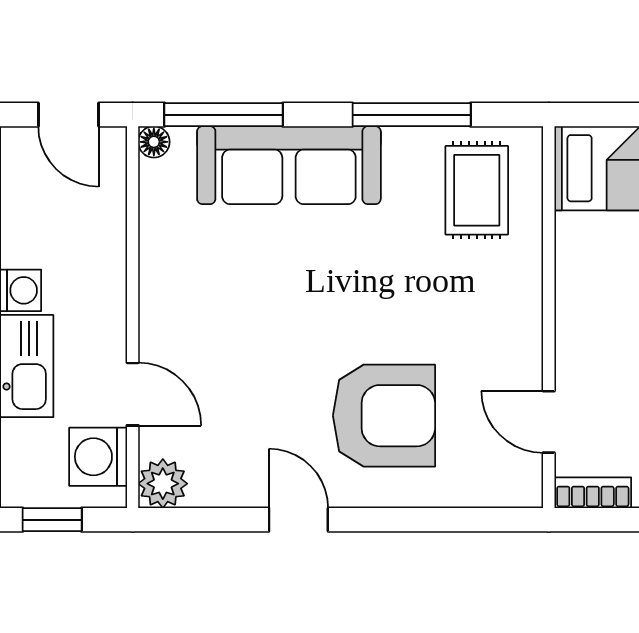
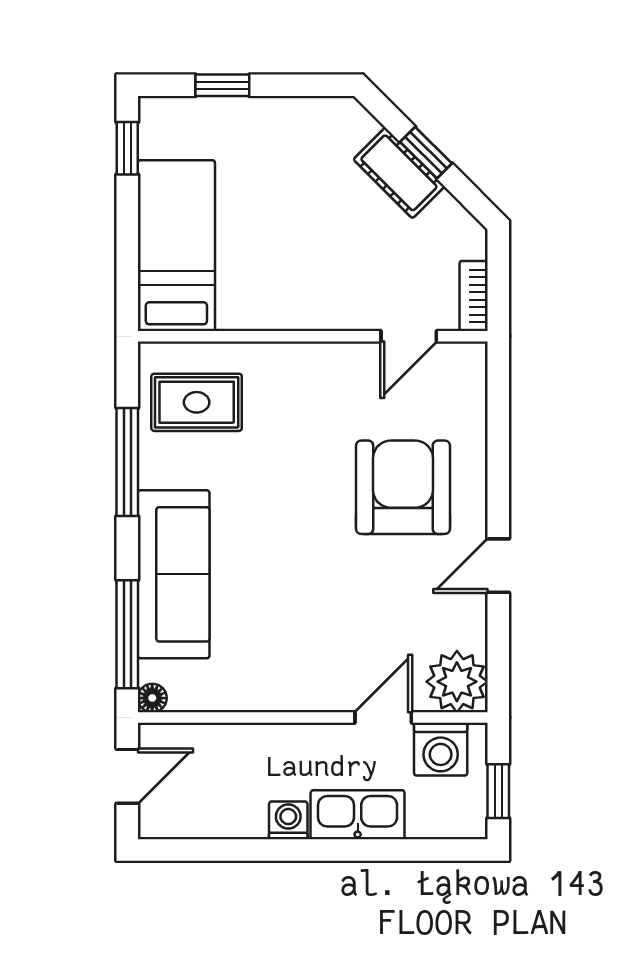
plant: (163, 484) -> (457, 682), width x1.36, depth x1.36

